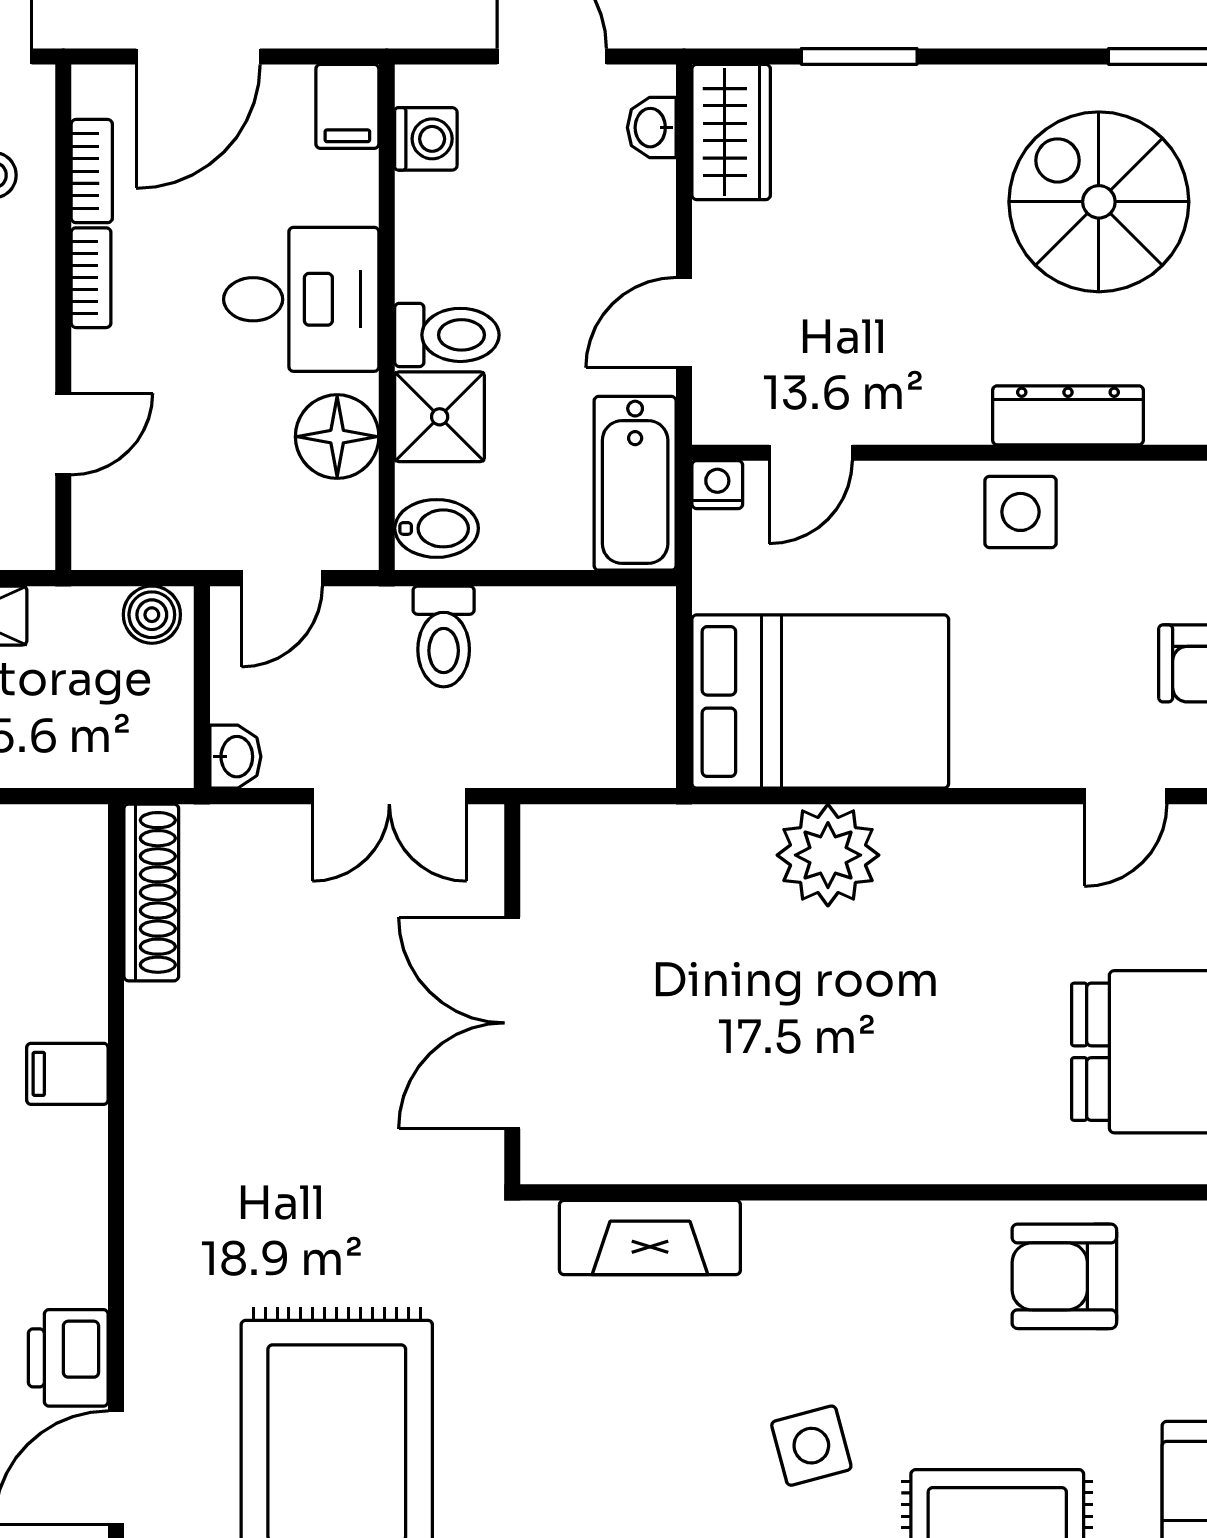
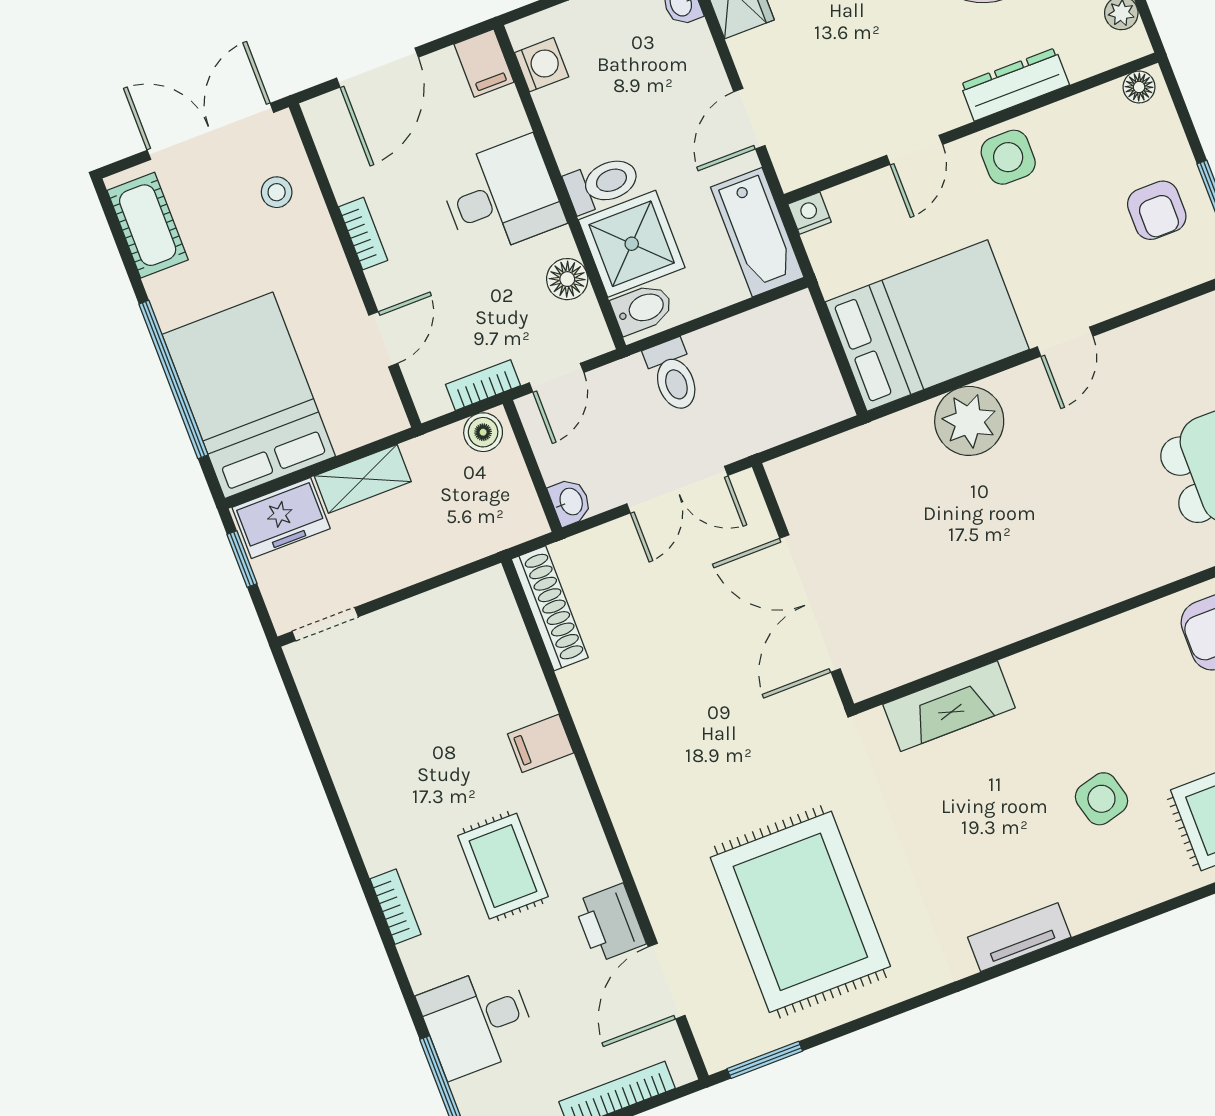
bookcase: (92, 171) -> (483, 385), moved, turned -90
shower: (440, 417) -> (632, 244), width x1.36, depth x1.36
floor lamp: (337, 437) -> (567, 279), width x0.73, depth x0.73
door: (811, 453) -> (915, 150), moved
door: (1126, 796) -> (1065, 342), moved

